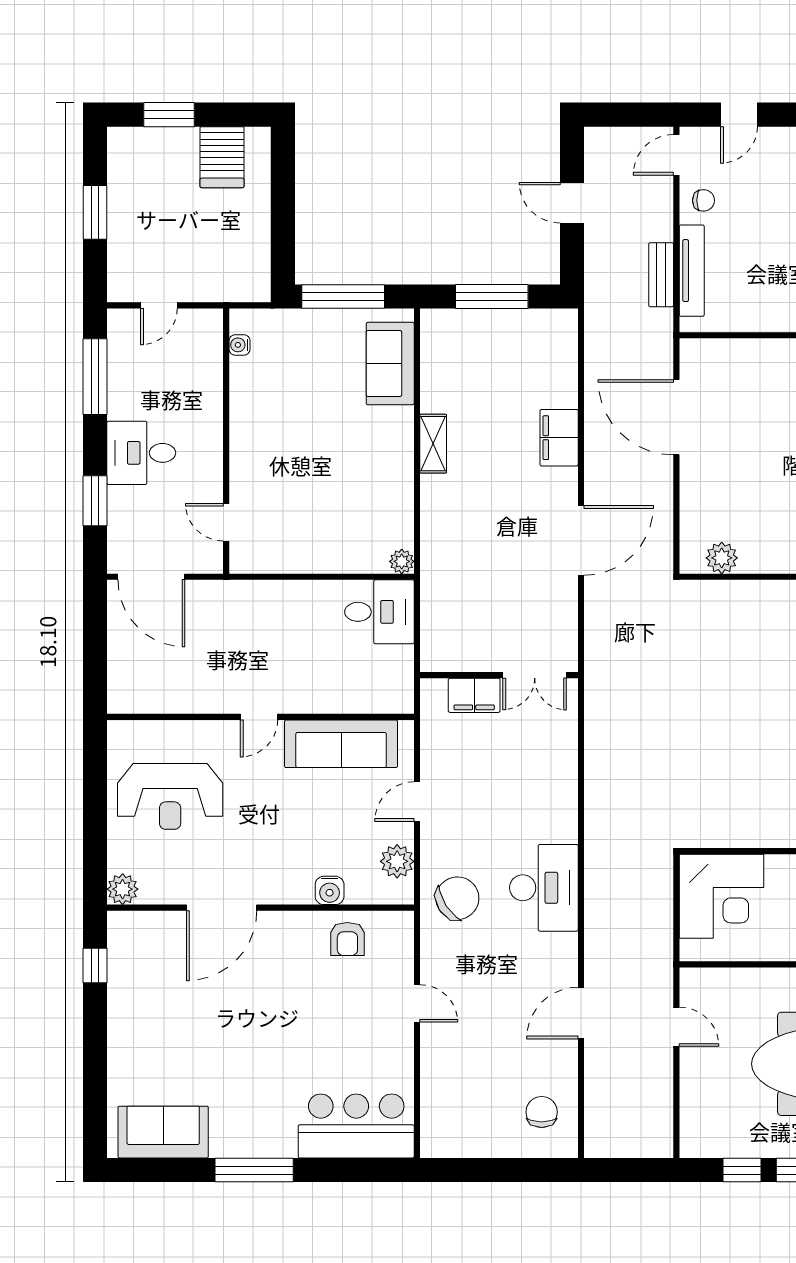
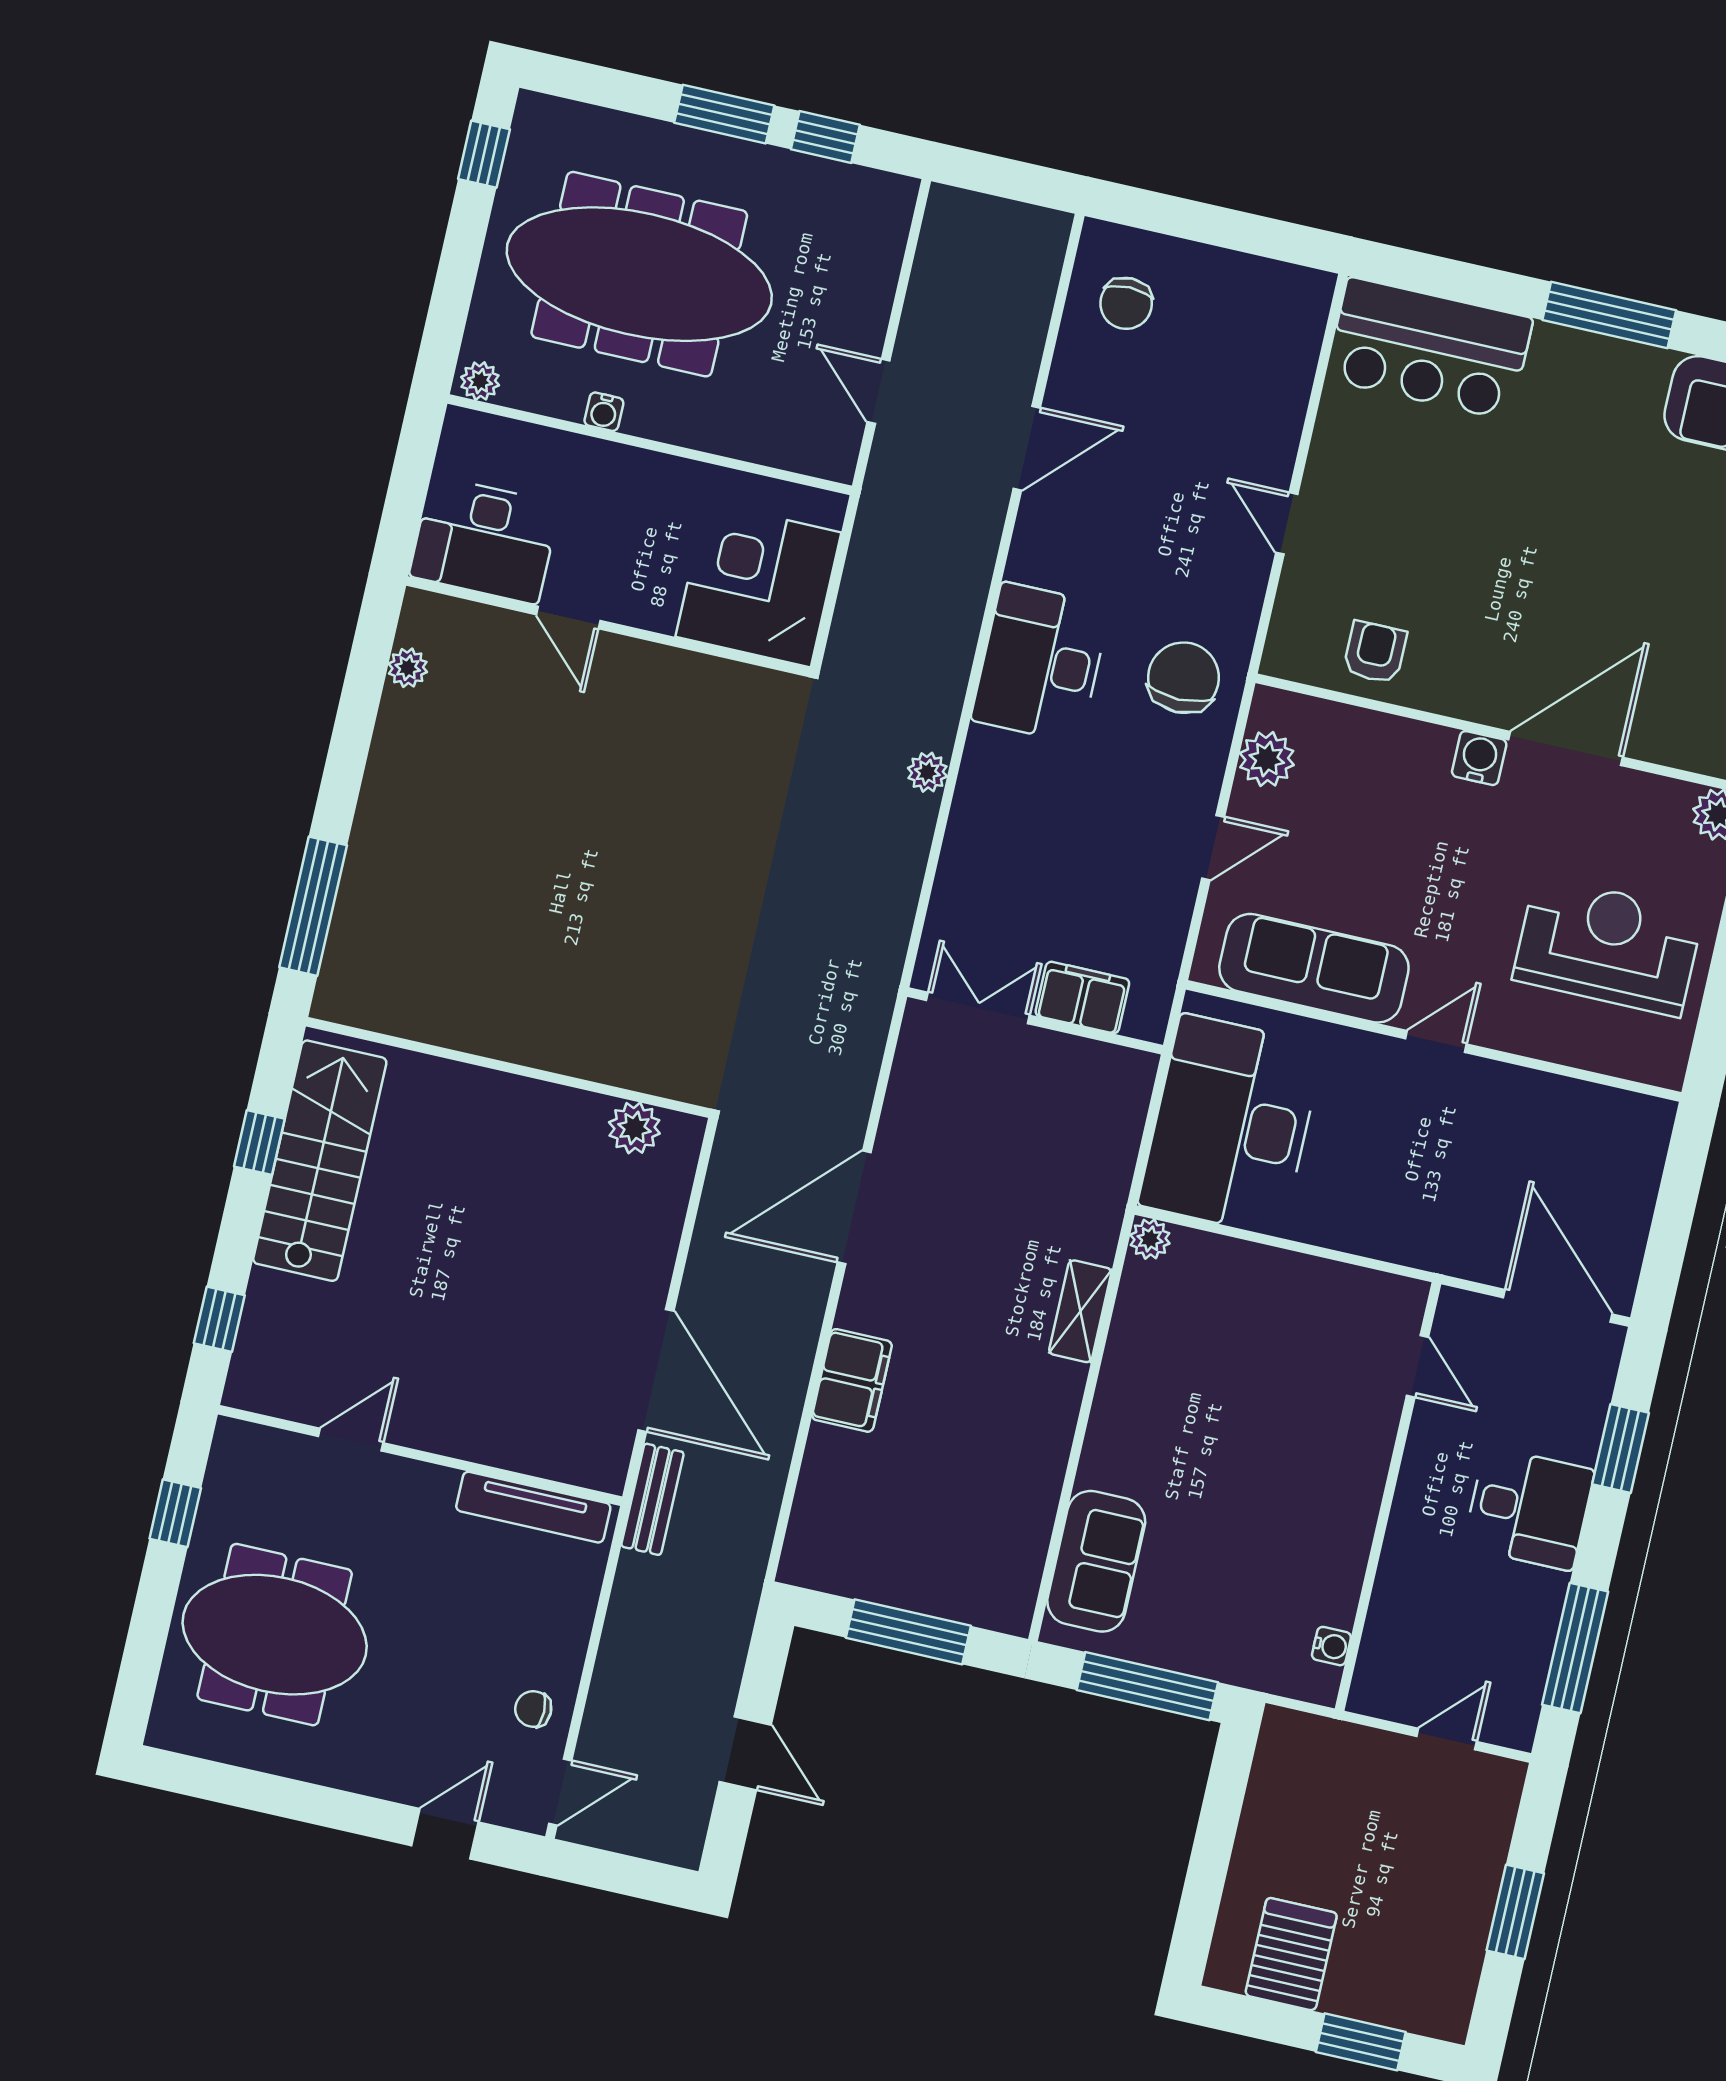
tv unit: (692, 271) -> (533, 1507), moved, turned -90
bench: (661, 275) -> (653, 1499), moved
shelving: (433, 444) -> (1080, 1311), moved
desk: (379, 612) -> (1231, 1125), width x1.87, depth x1.30
plant: (596, 808) -> (927, 772), added
water cooler: (330, 890) -> (1479, 758), moved
chair: (457, 898) -> (1183, 678), turned 123

